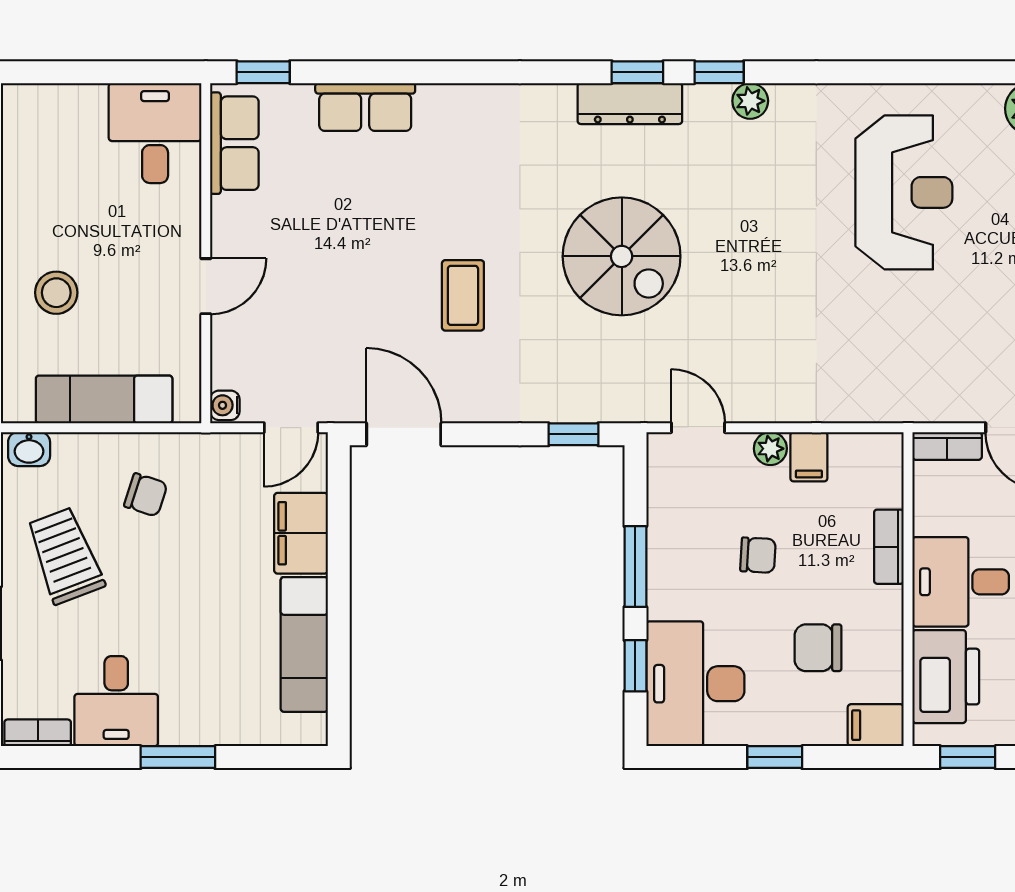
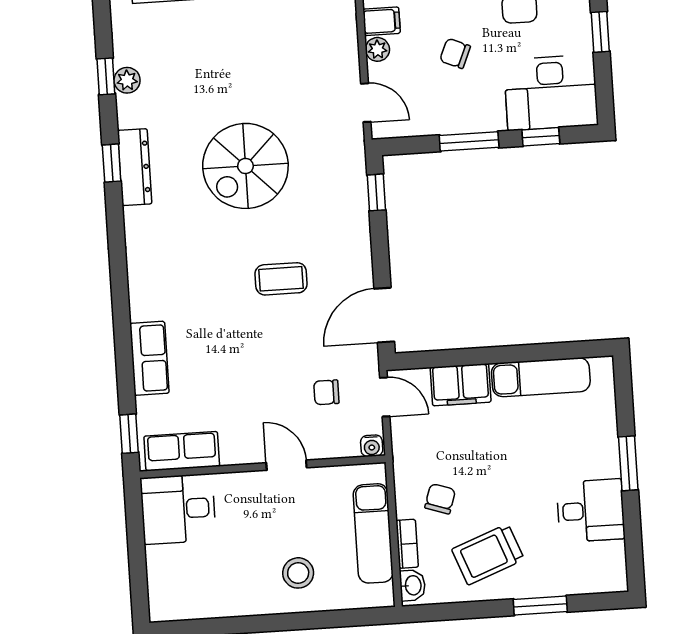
window: (719, 72) -> (106, 76), moved
spiral stairs: (622, 256) -> (245, 166), turned 180
chair: (303, 348) -> (326, 392), added
door: (698, 428) -> (366, 103), swing flipped
chair: (758, 555) -> (455, 53), turned -70
bookcase: (38, 733) -> (407, 544), moved, turned 180

